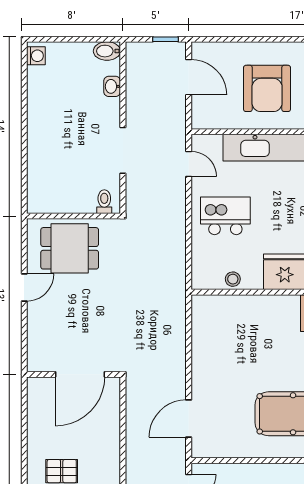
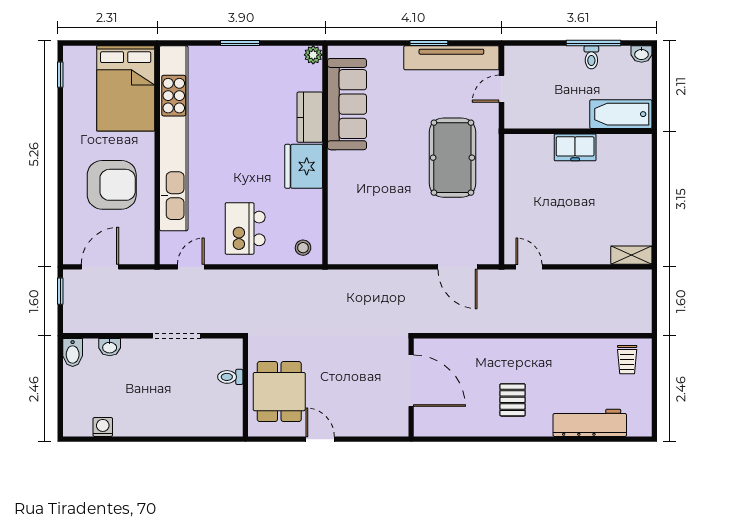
washing machine: (36, 56) -> (103, 427), moved
toilet: (104, 202) -> (230, 377), moved
stool: (233, 279) -> (303, 248), moved

